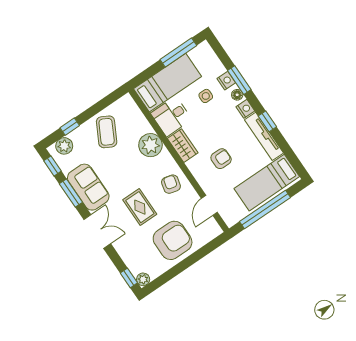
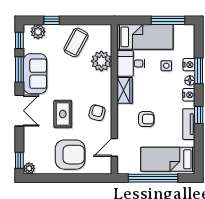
tv unit: (264, 136) -> (189, 124), width x0.71
plant: (150, 145) -> (101, 61), moved

